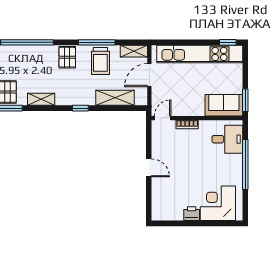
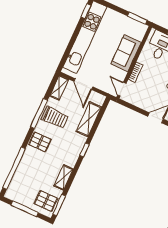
sofa: (224, 105) -> (126, 53), moved

